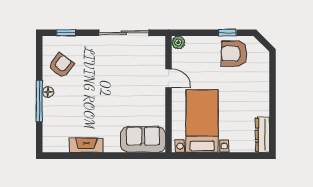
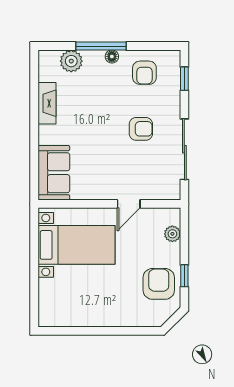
plant: (178, 43) -> (172, 234), moved
armchair: (61, 65) -> (144, 73), turned 53
armchair: (107, 68) -> (141, 129), added
plant: (52, 125) -> (71, 61), added
dresser: (262, 135) -> (60, 319), removed

